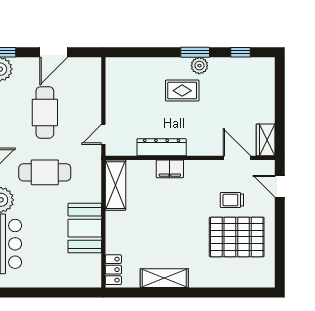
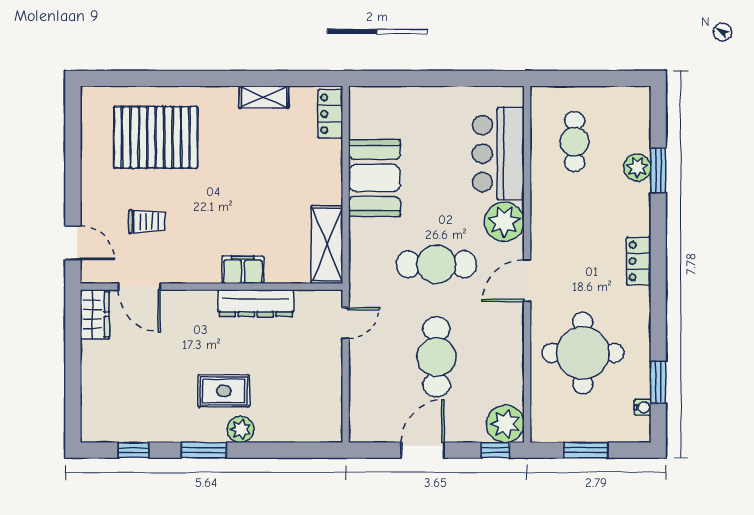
plant: (199, 66) -> (241, 429), moved
pallet: (237, 237) -> (156, 137), moved
shelving: (164, 278) -> (264, 97), width x0.67, depth x0.75

